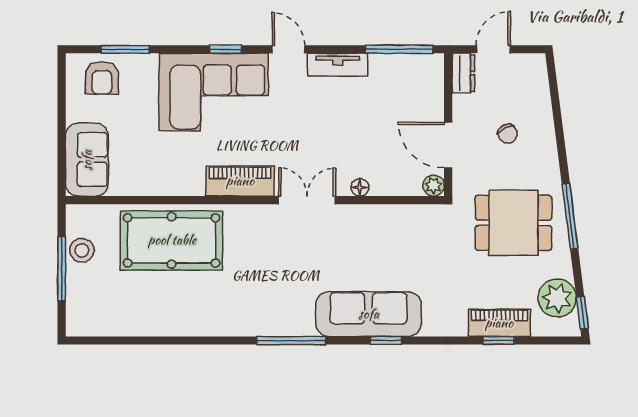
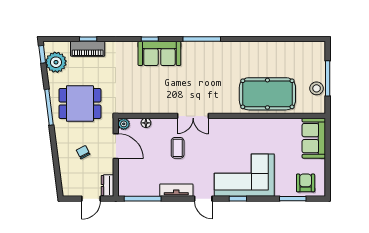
coffee table: (335, 142) -> (178, 148), added
piano: (240, 181) -> (230, 126), removed
floor lamp: (360, 187) -> (146, 123), moved
sofa: (369, 314) -> (159, 53), width x0.73

